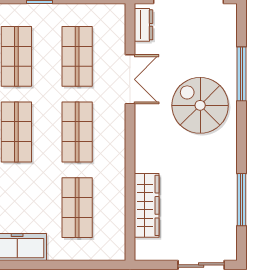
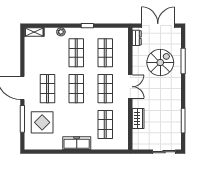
double door: (130, 79) -> (130, 87), moved
spiral stairs: (200, 105) -> (160, 63), moved, turned 90
wardrobe: (147, 205) -> (138, 118), width x0.67

